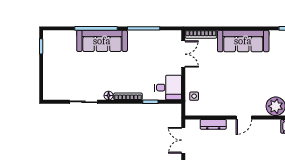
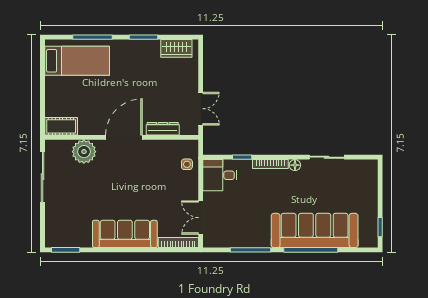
sofa: (102, 41) -> (315, 230), width x1.36, depth x1.27
door: (244, 117) -> (124, 137), width x1.87

